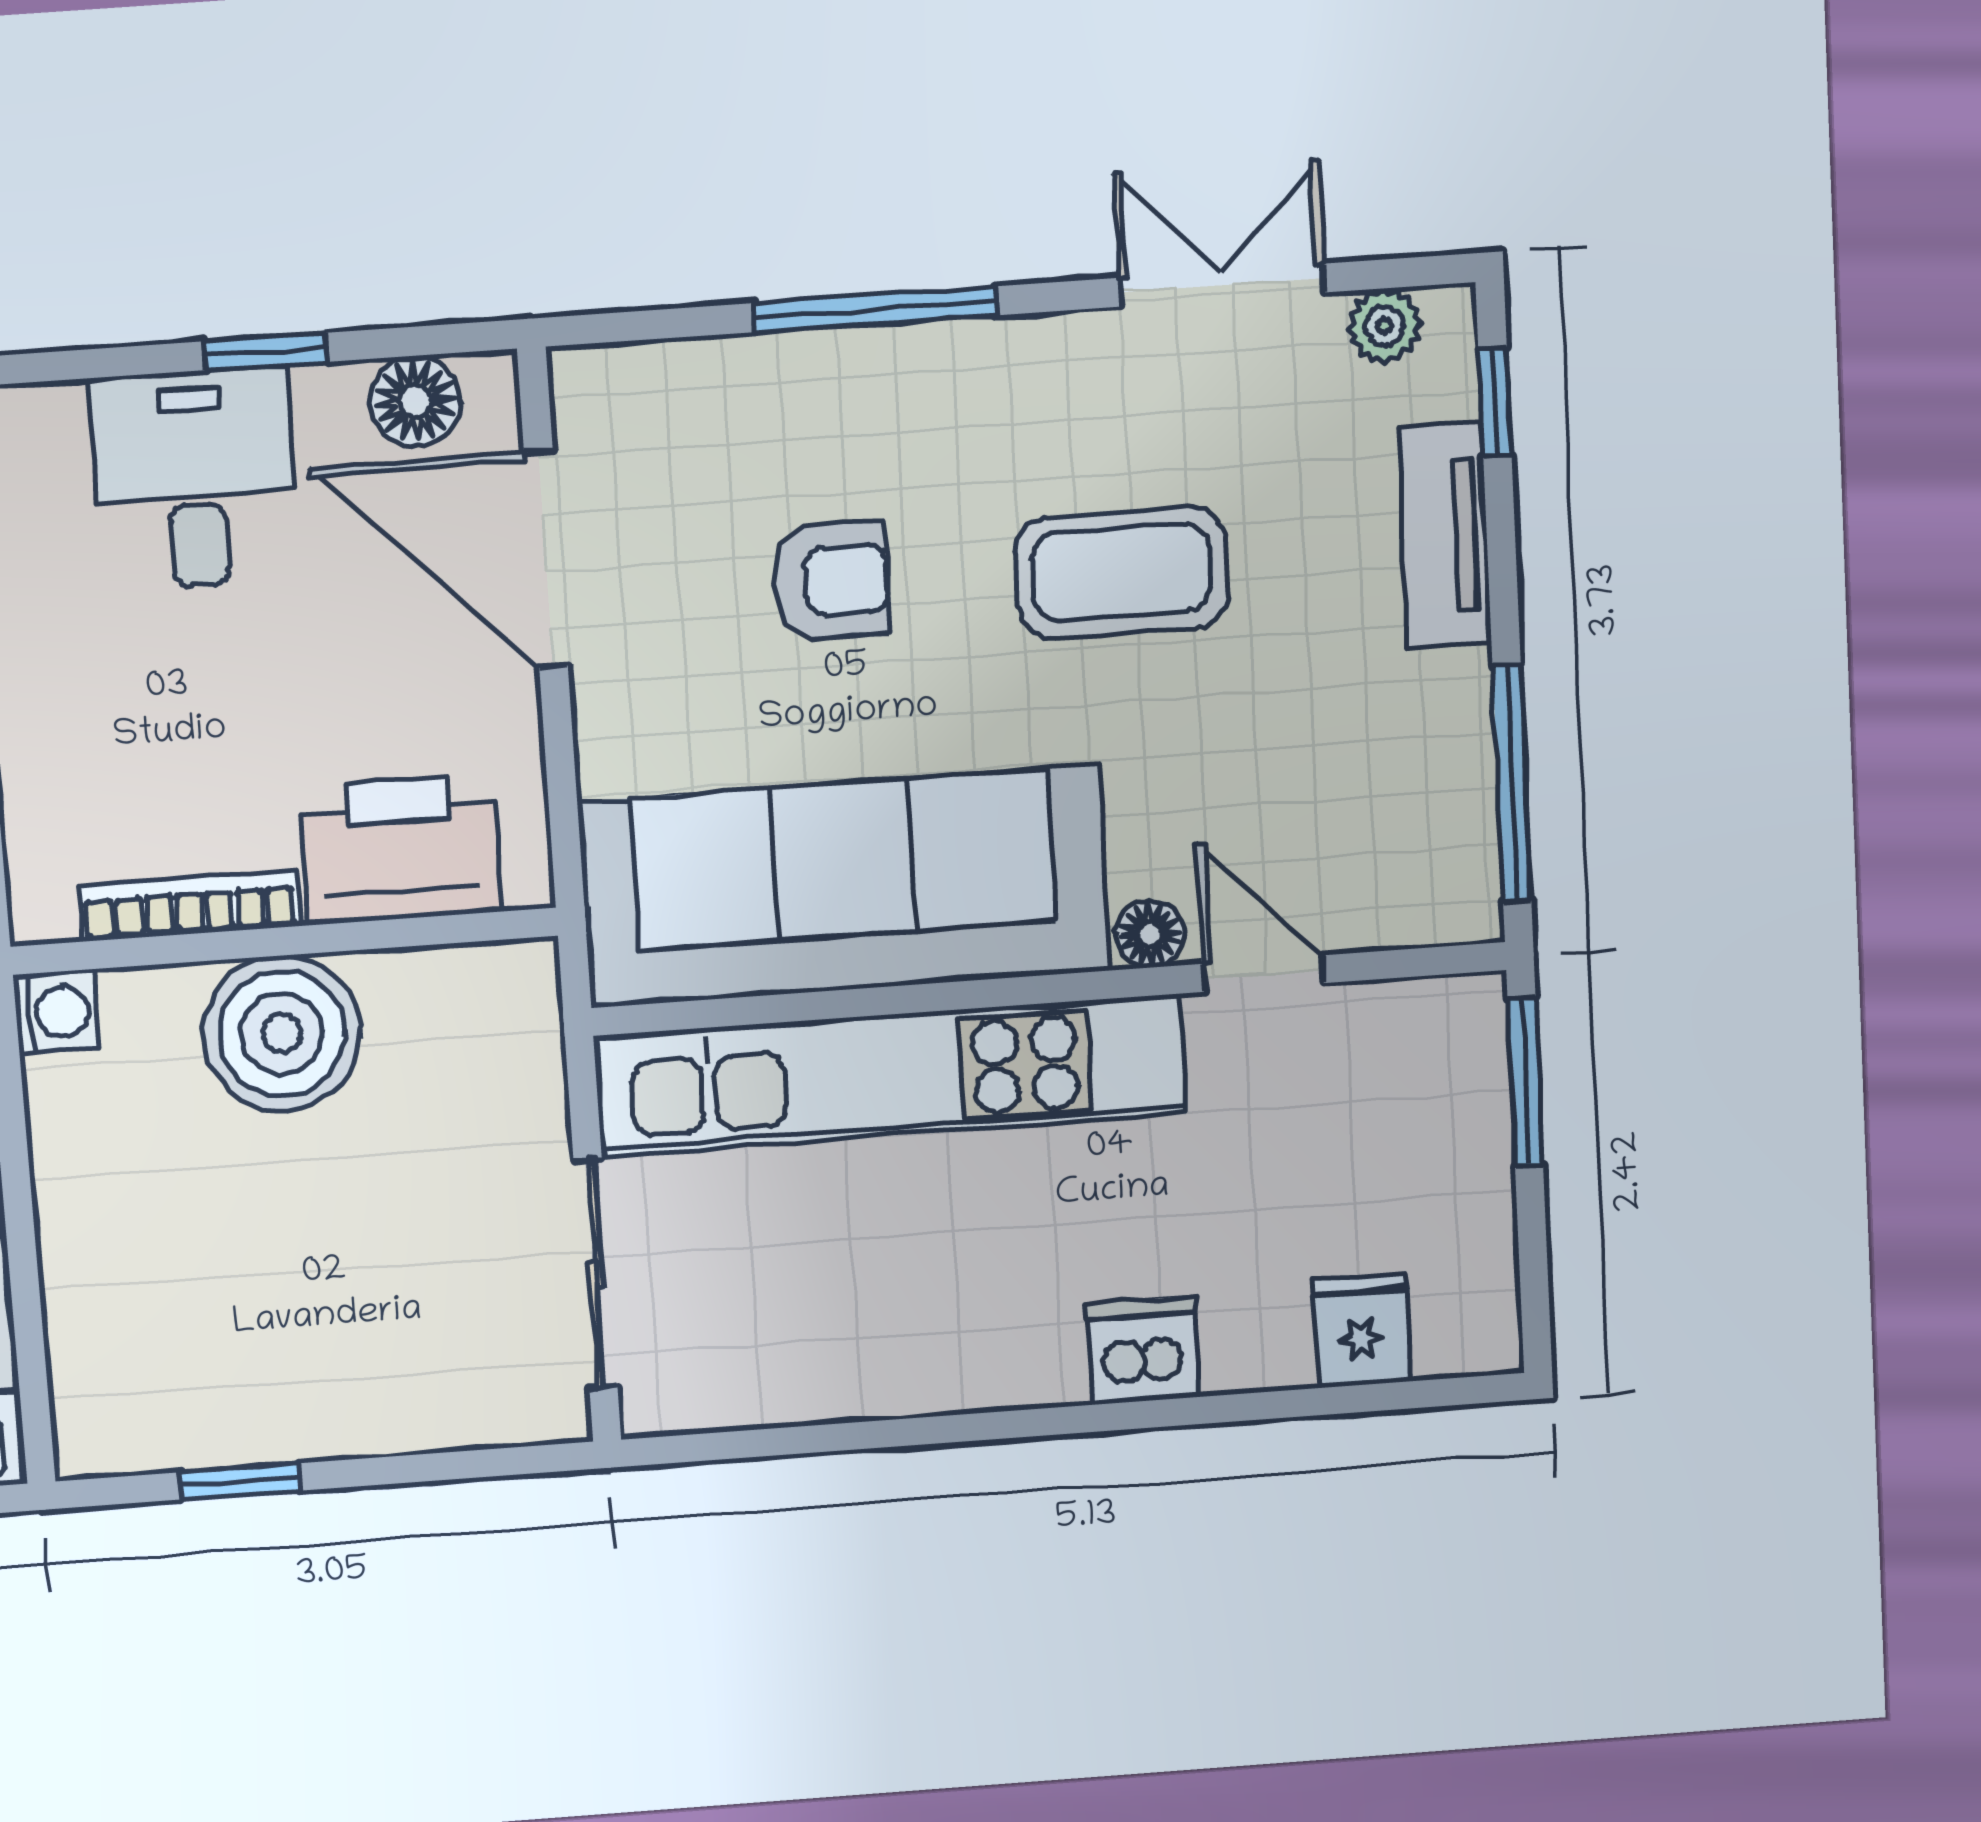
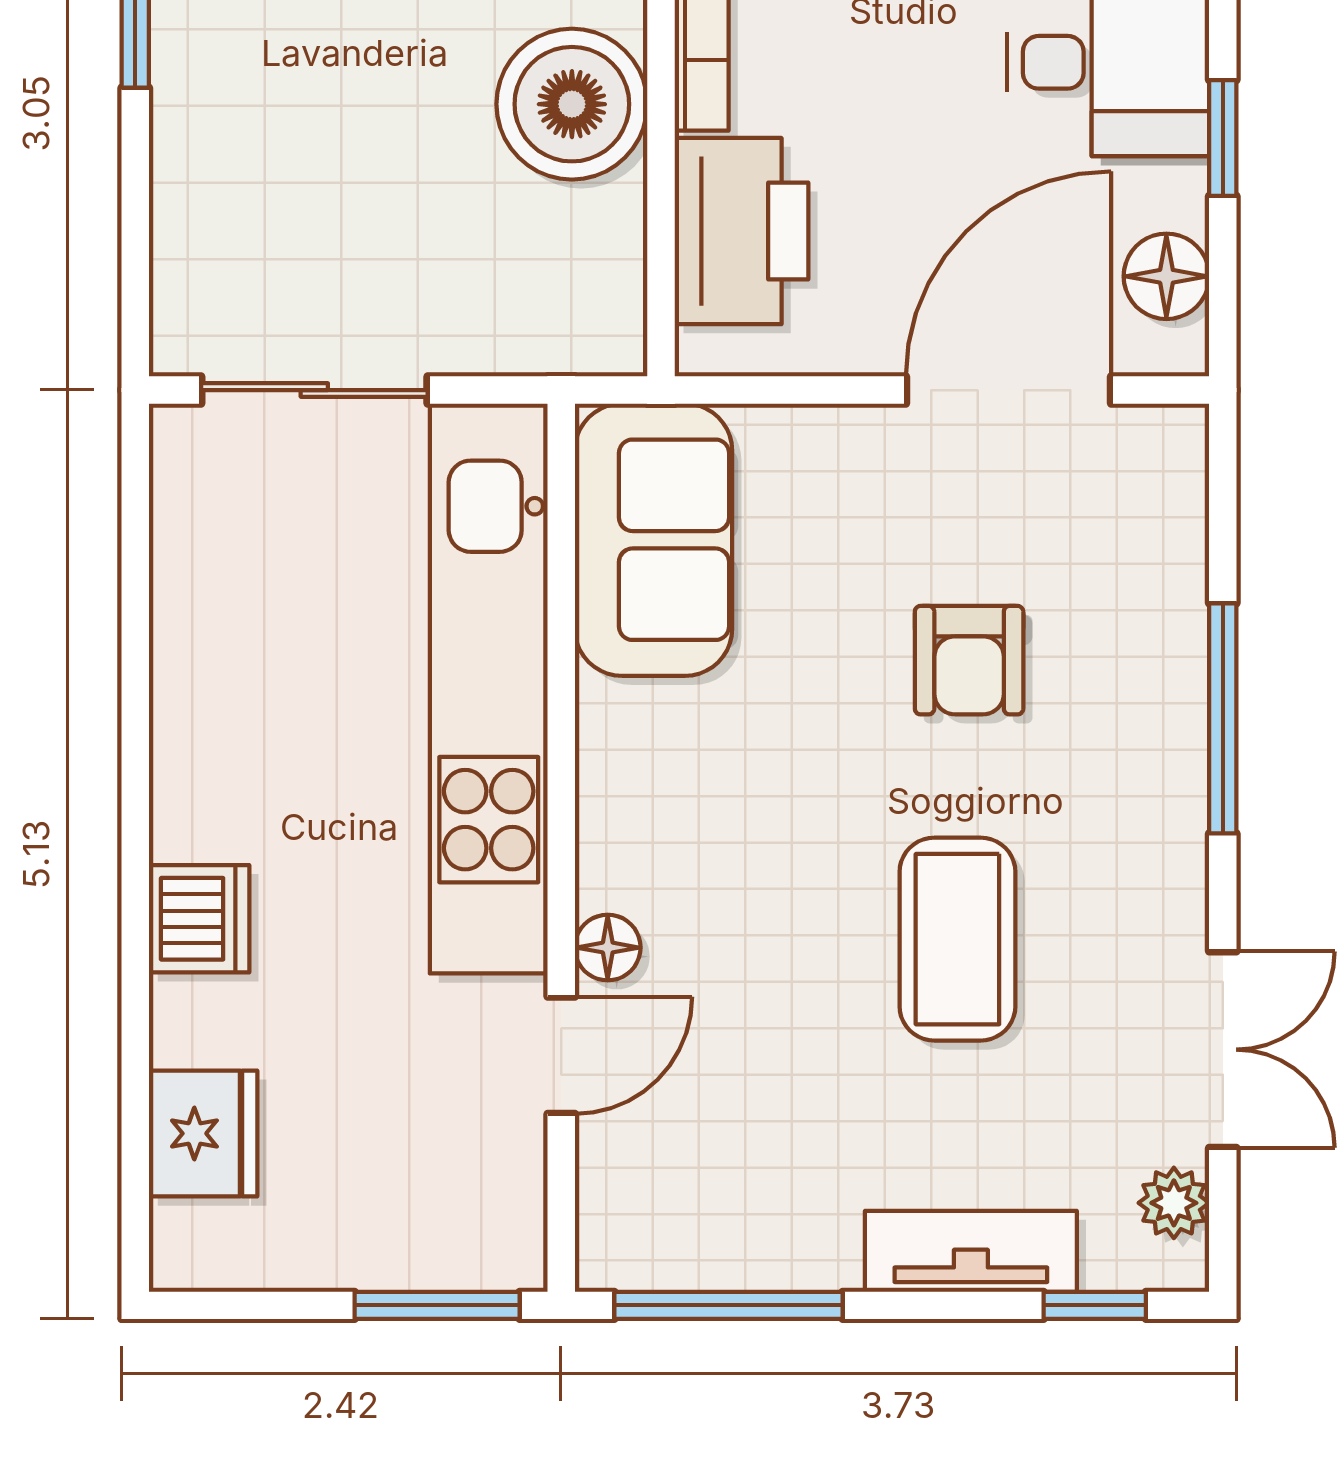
sofa: (845, 887) -> (654, 540), width x0.54, depth x0.79
fridge: (1361, 1330) -> (203, 1133), width x1.38

